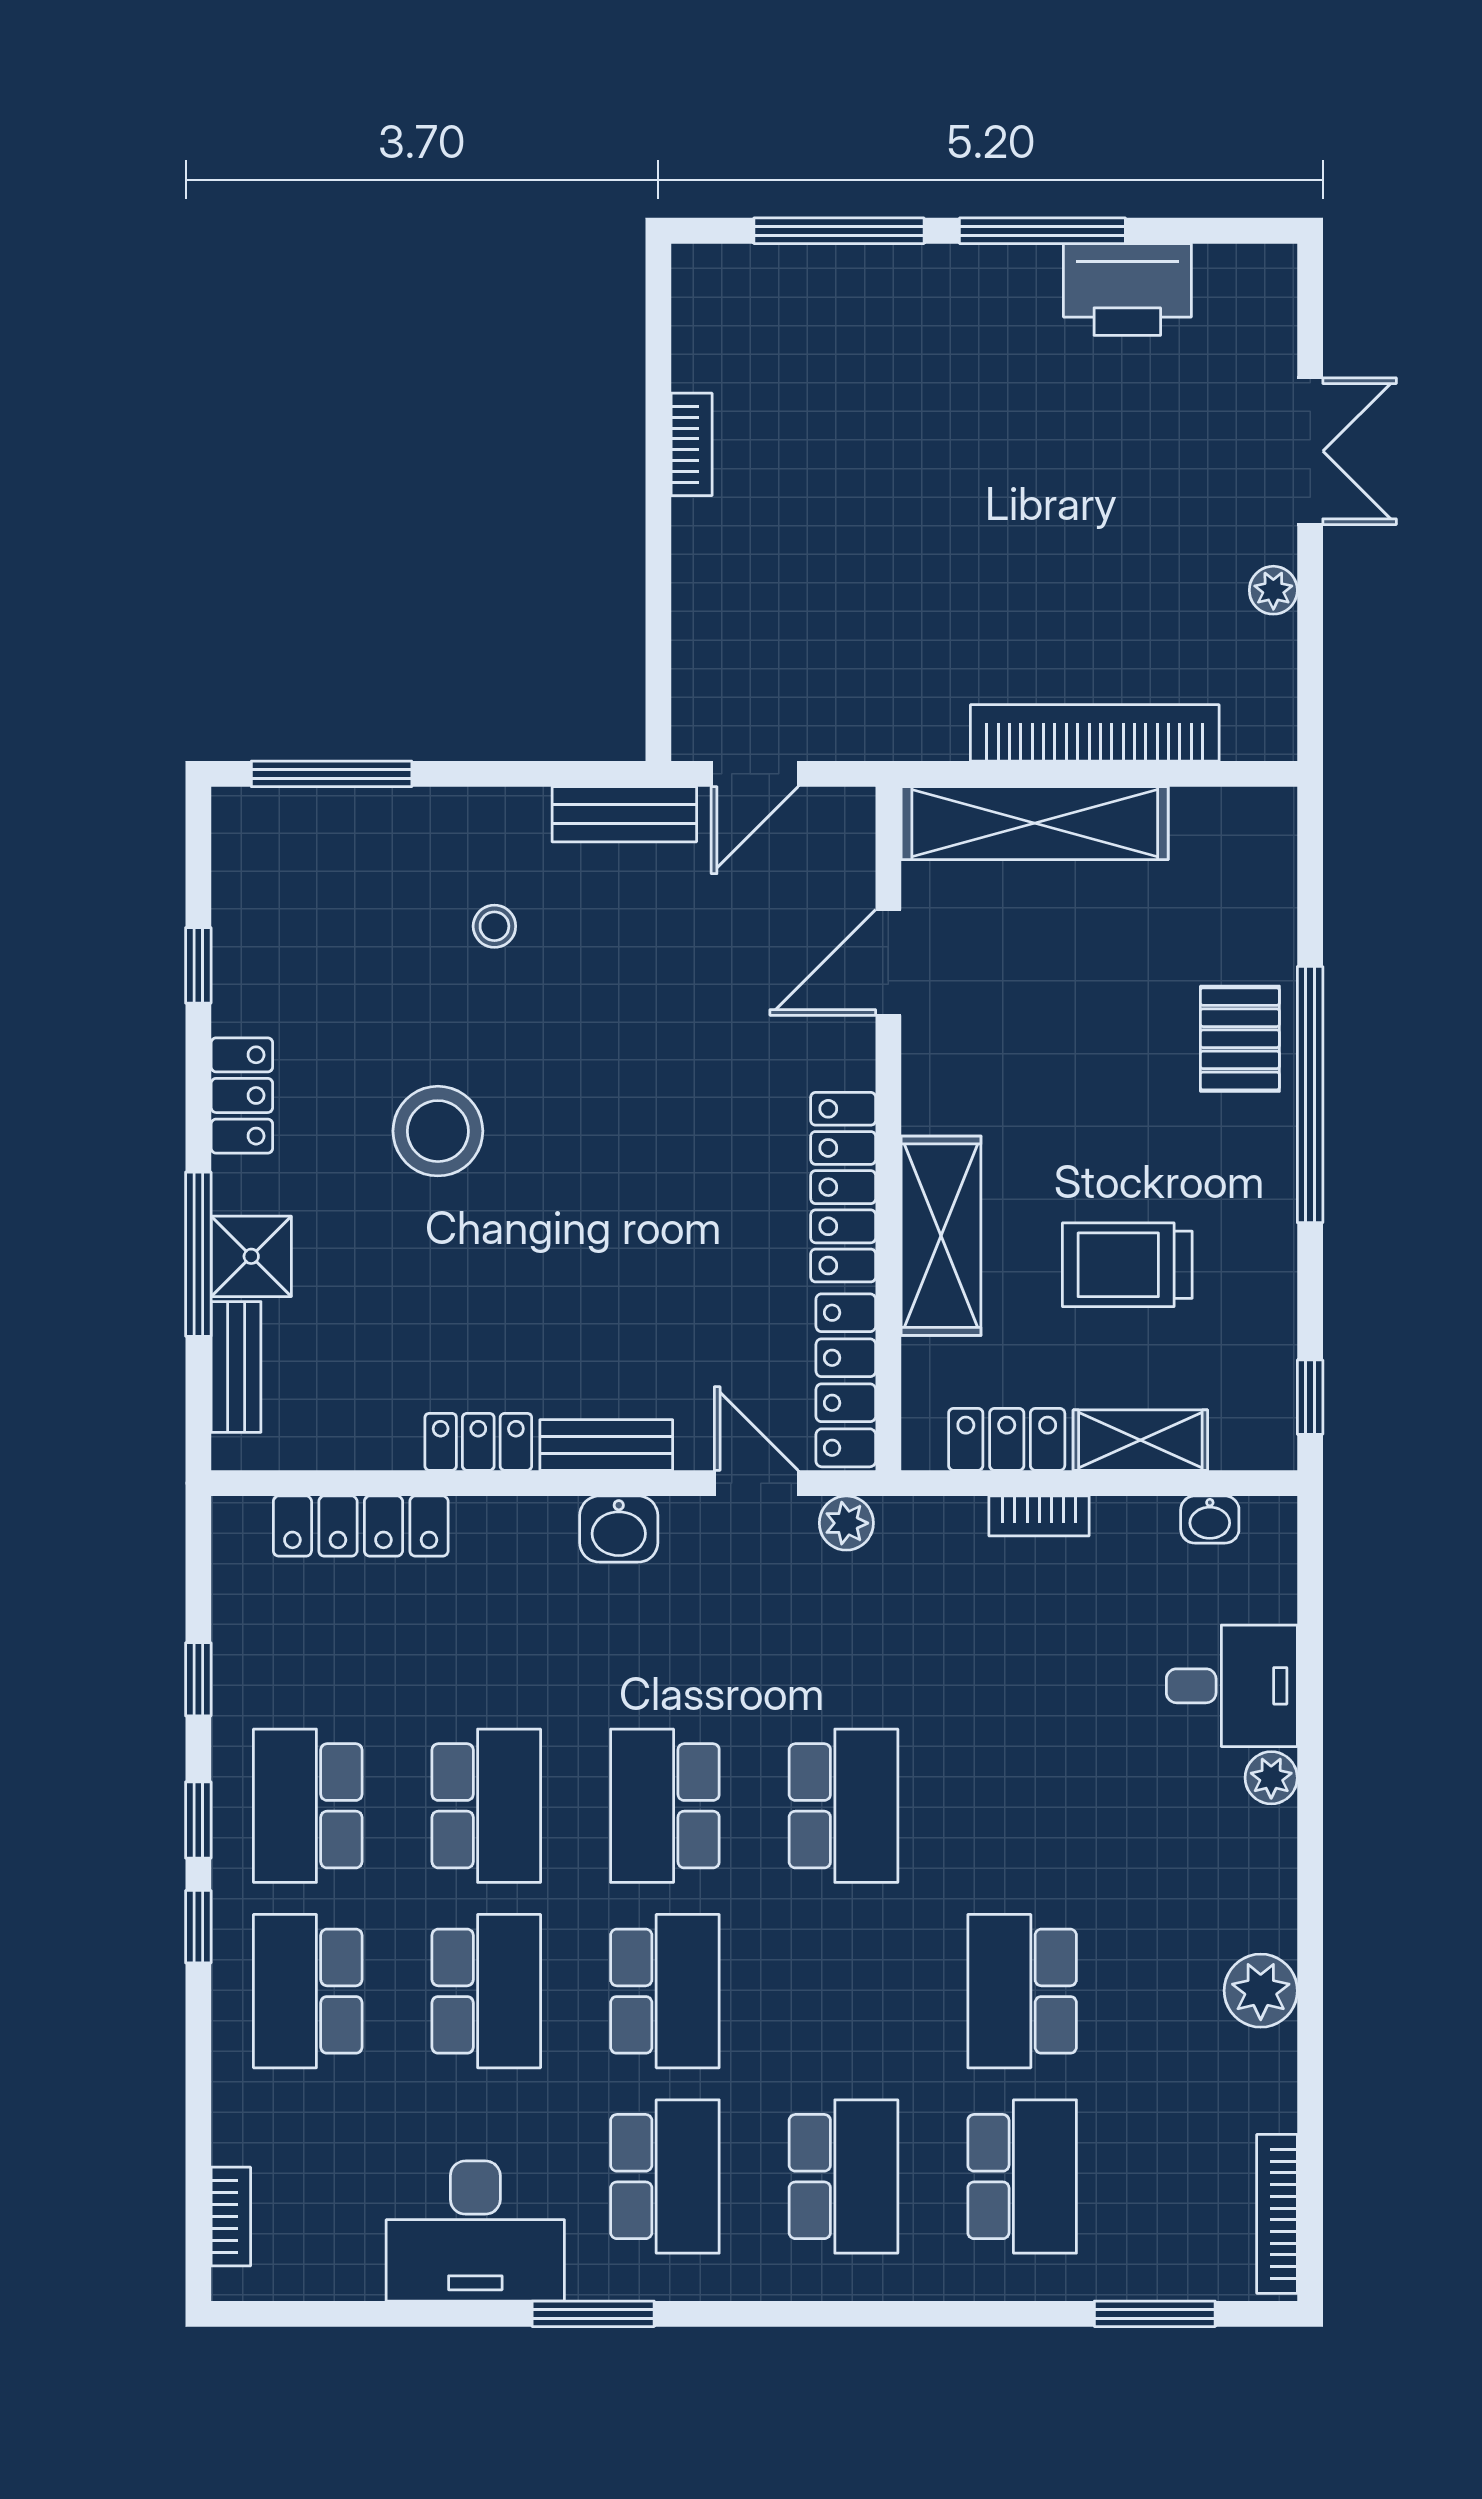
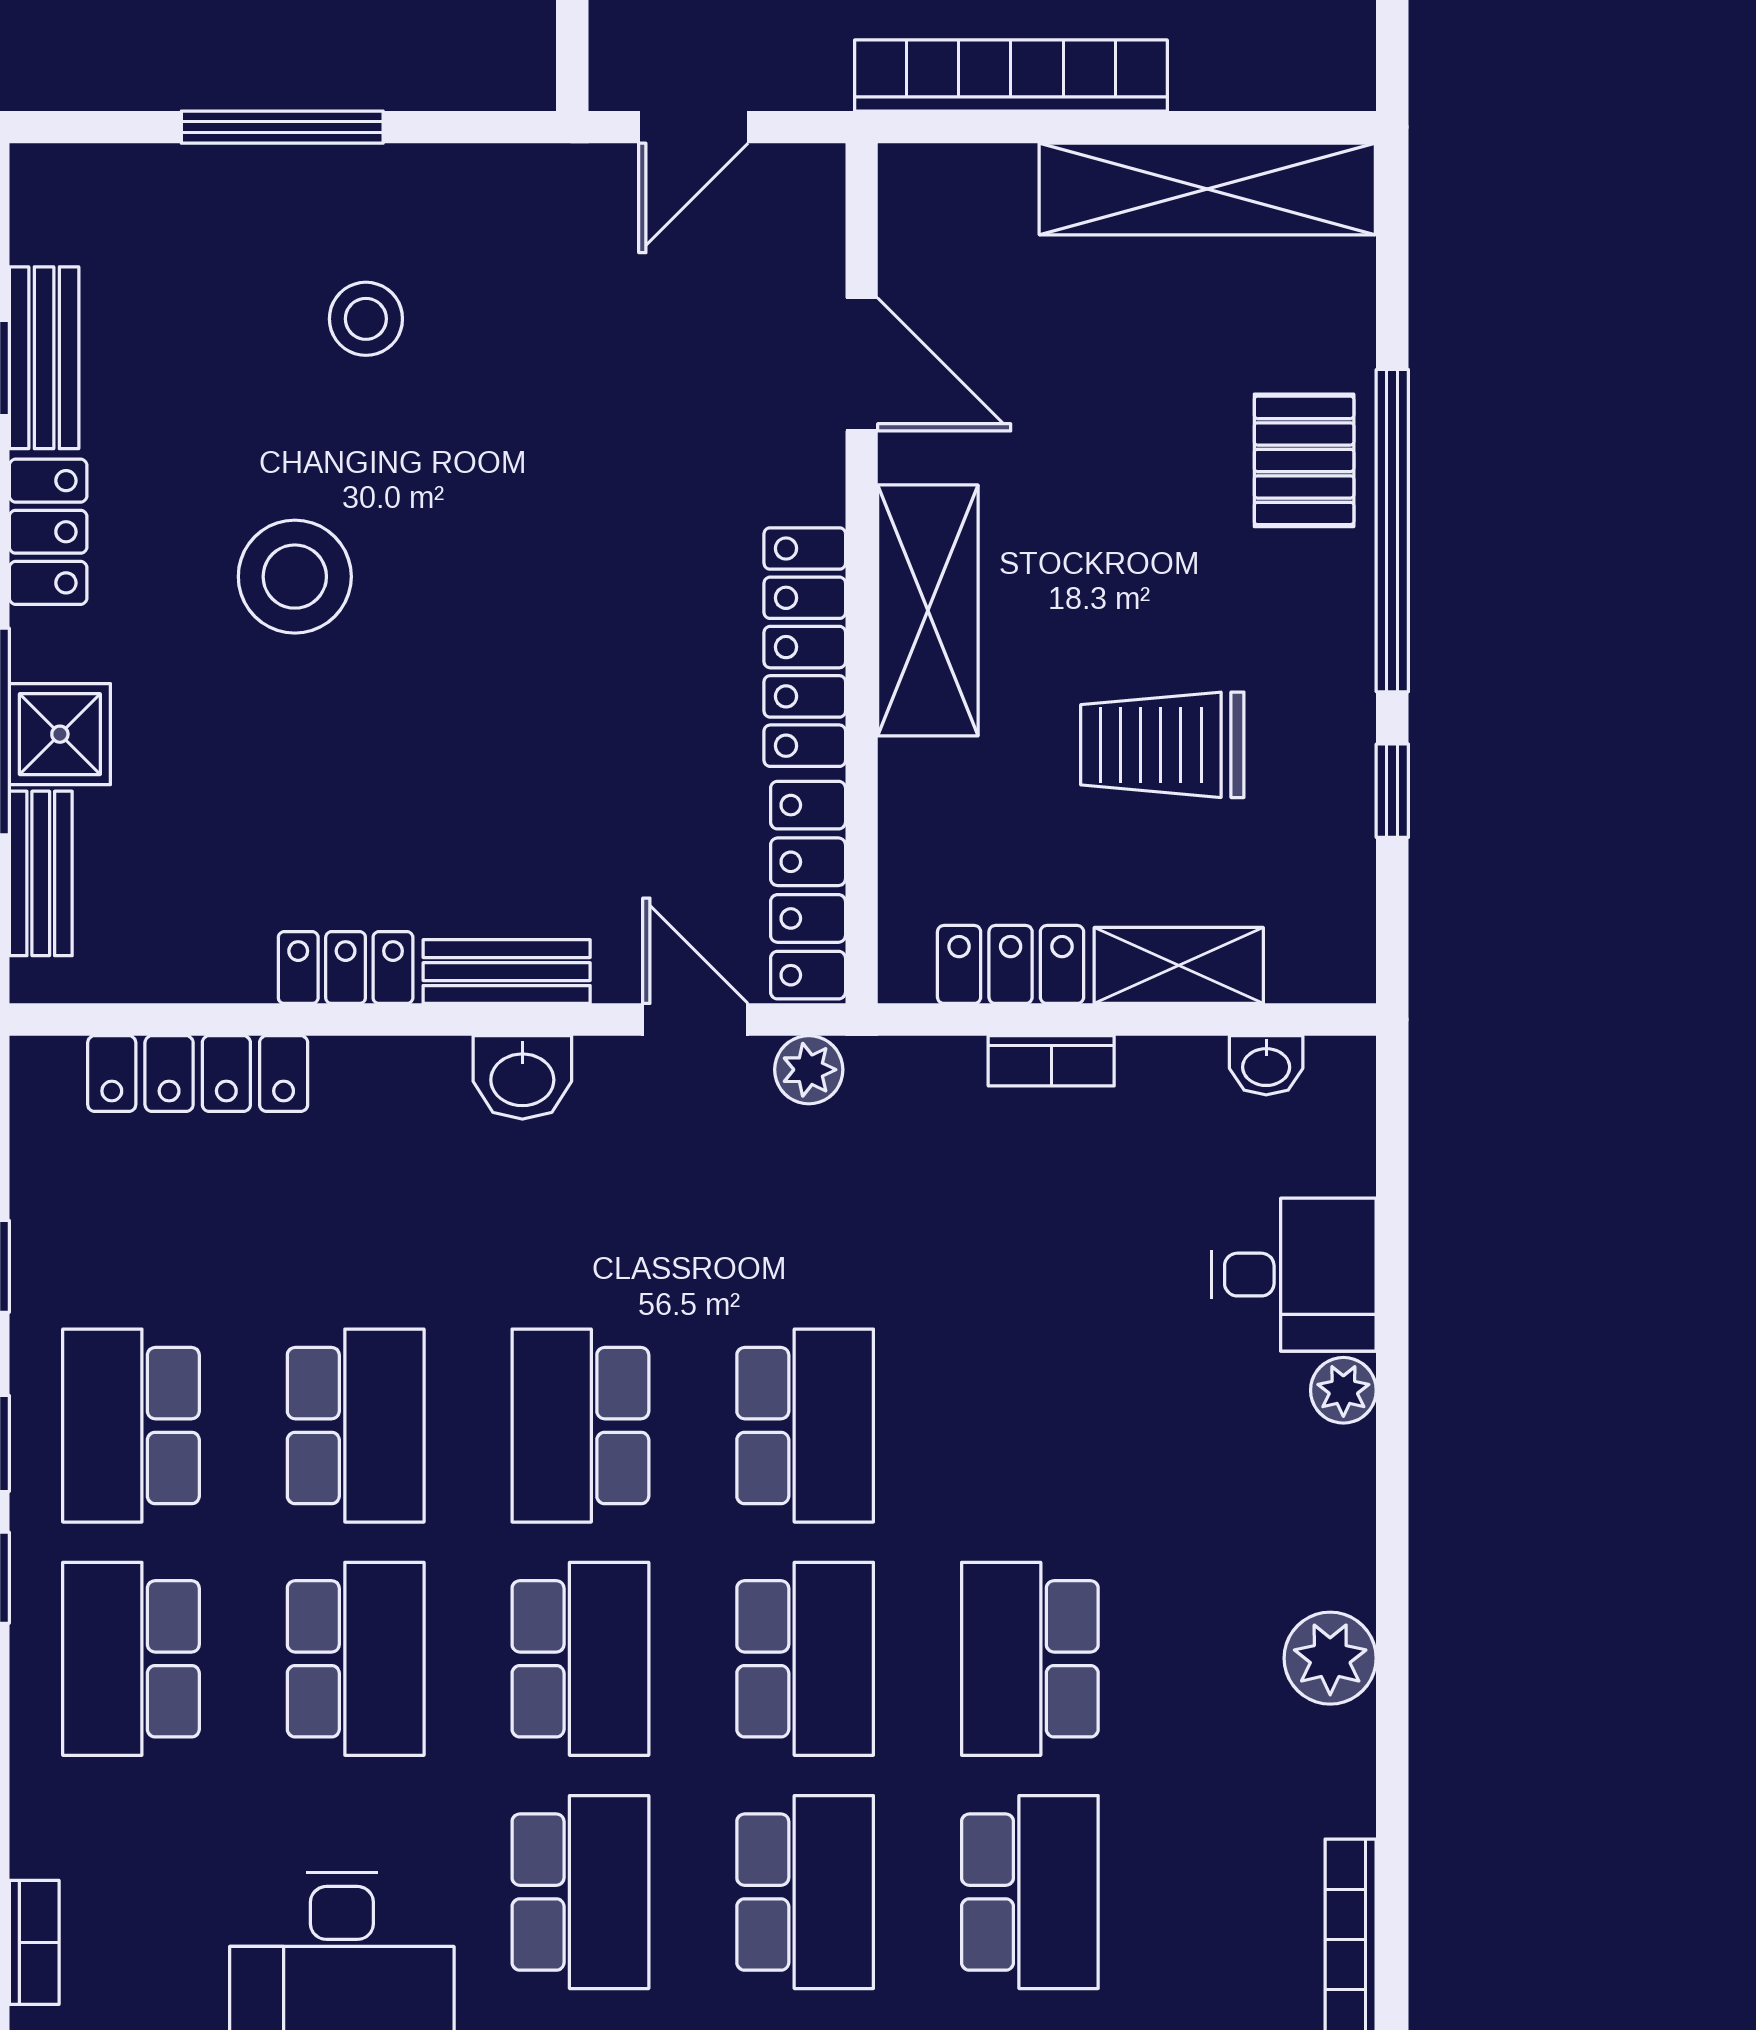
bookcase: (1095, 733) -> (1011, 75), moved
window: (332, 774) -> (282, 127), moved
bench: (624, 814) -> (44, 358), moved, turned 90
shelving: (1035, 823) -> (1207, 189), moved
stool: (494, 926) -> (366, 319), width x1.37, depth x1.37
door: (888, 962) -> (862, 364), swing flipped
shelving: (941, 1236) -> (928, 610), moved
window: (1310, 1397) -> (1392, 791), moved
school desk: (843, 1991) -> (805, 1659), added

